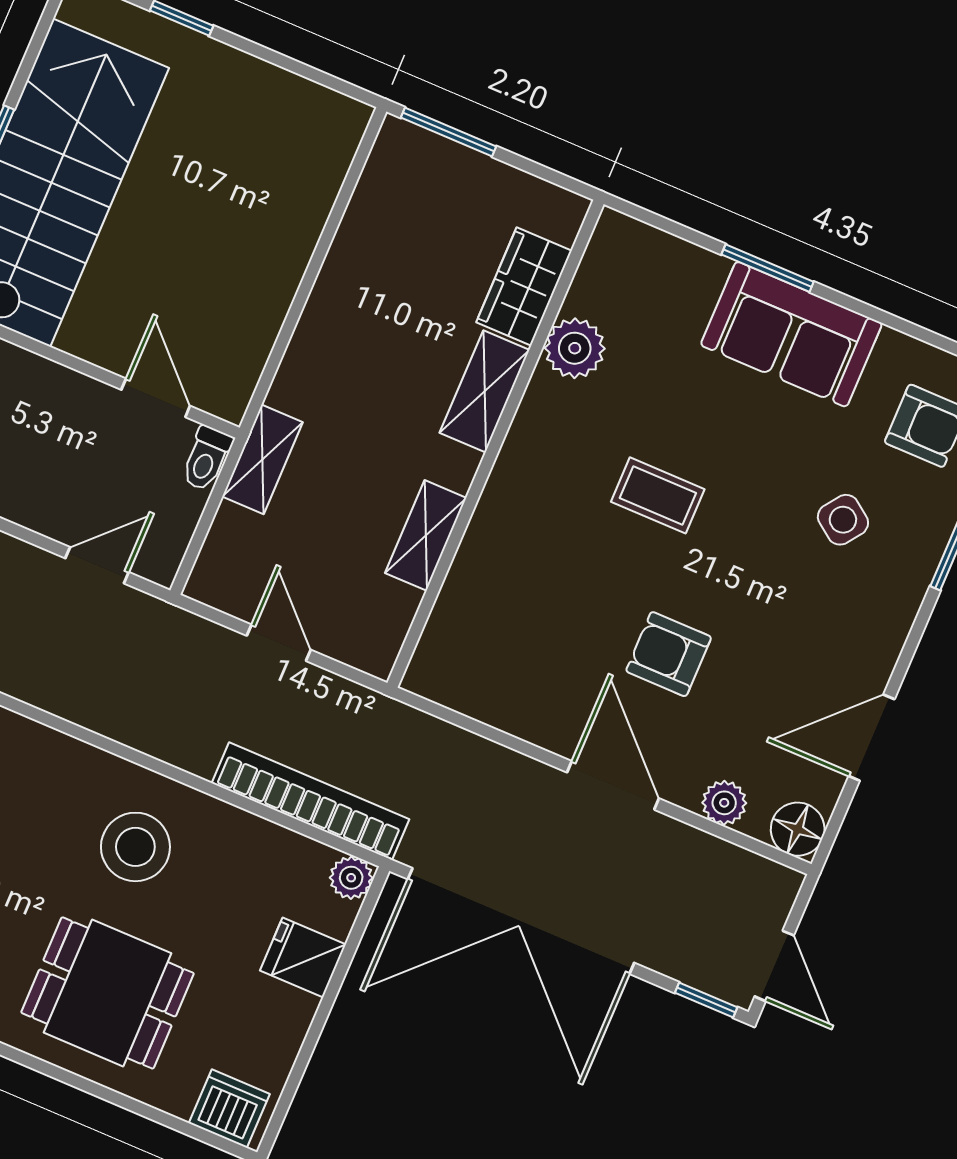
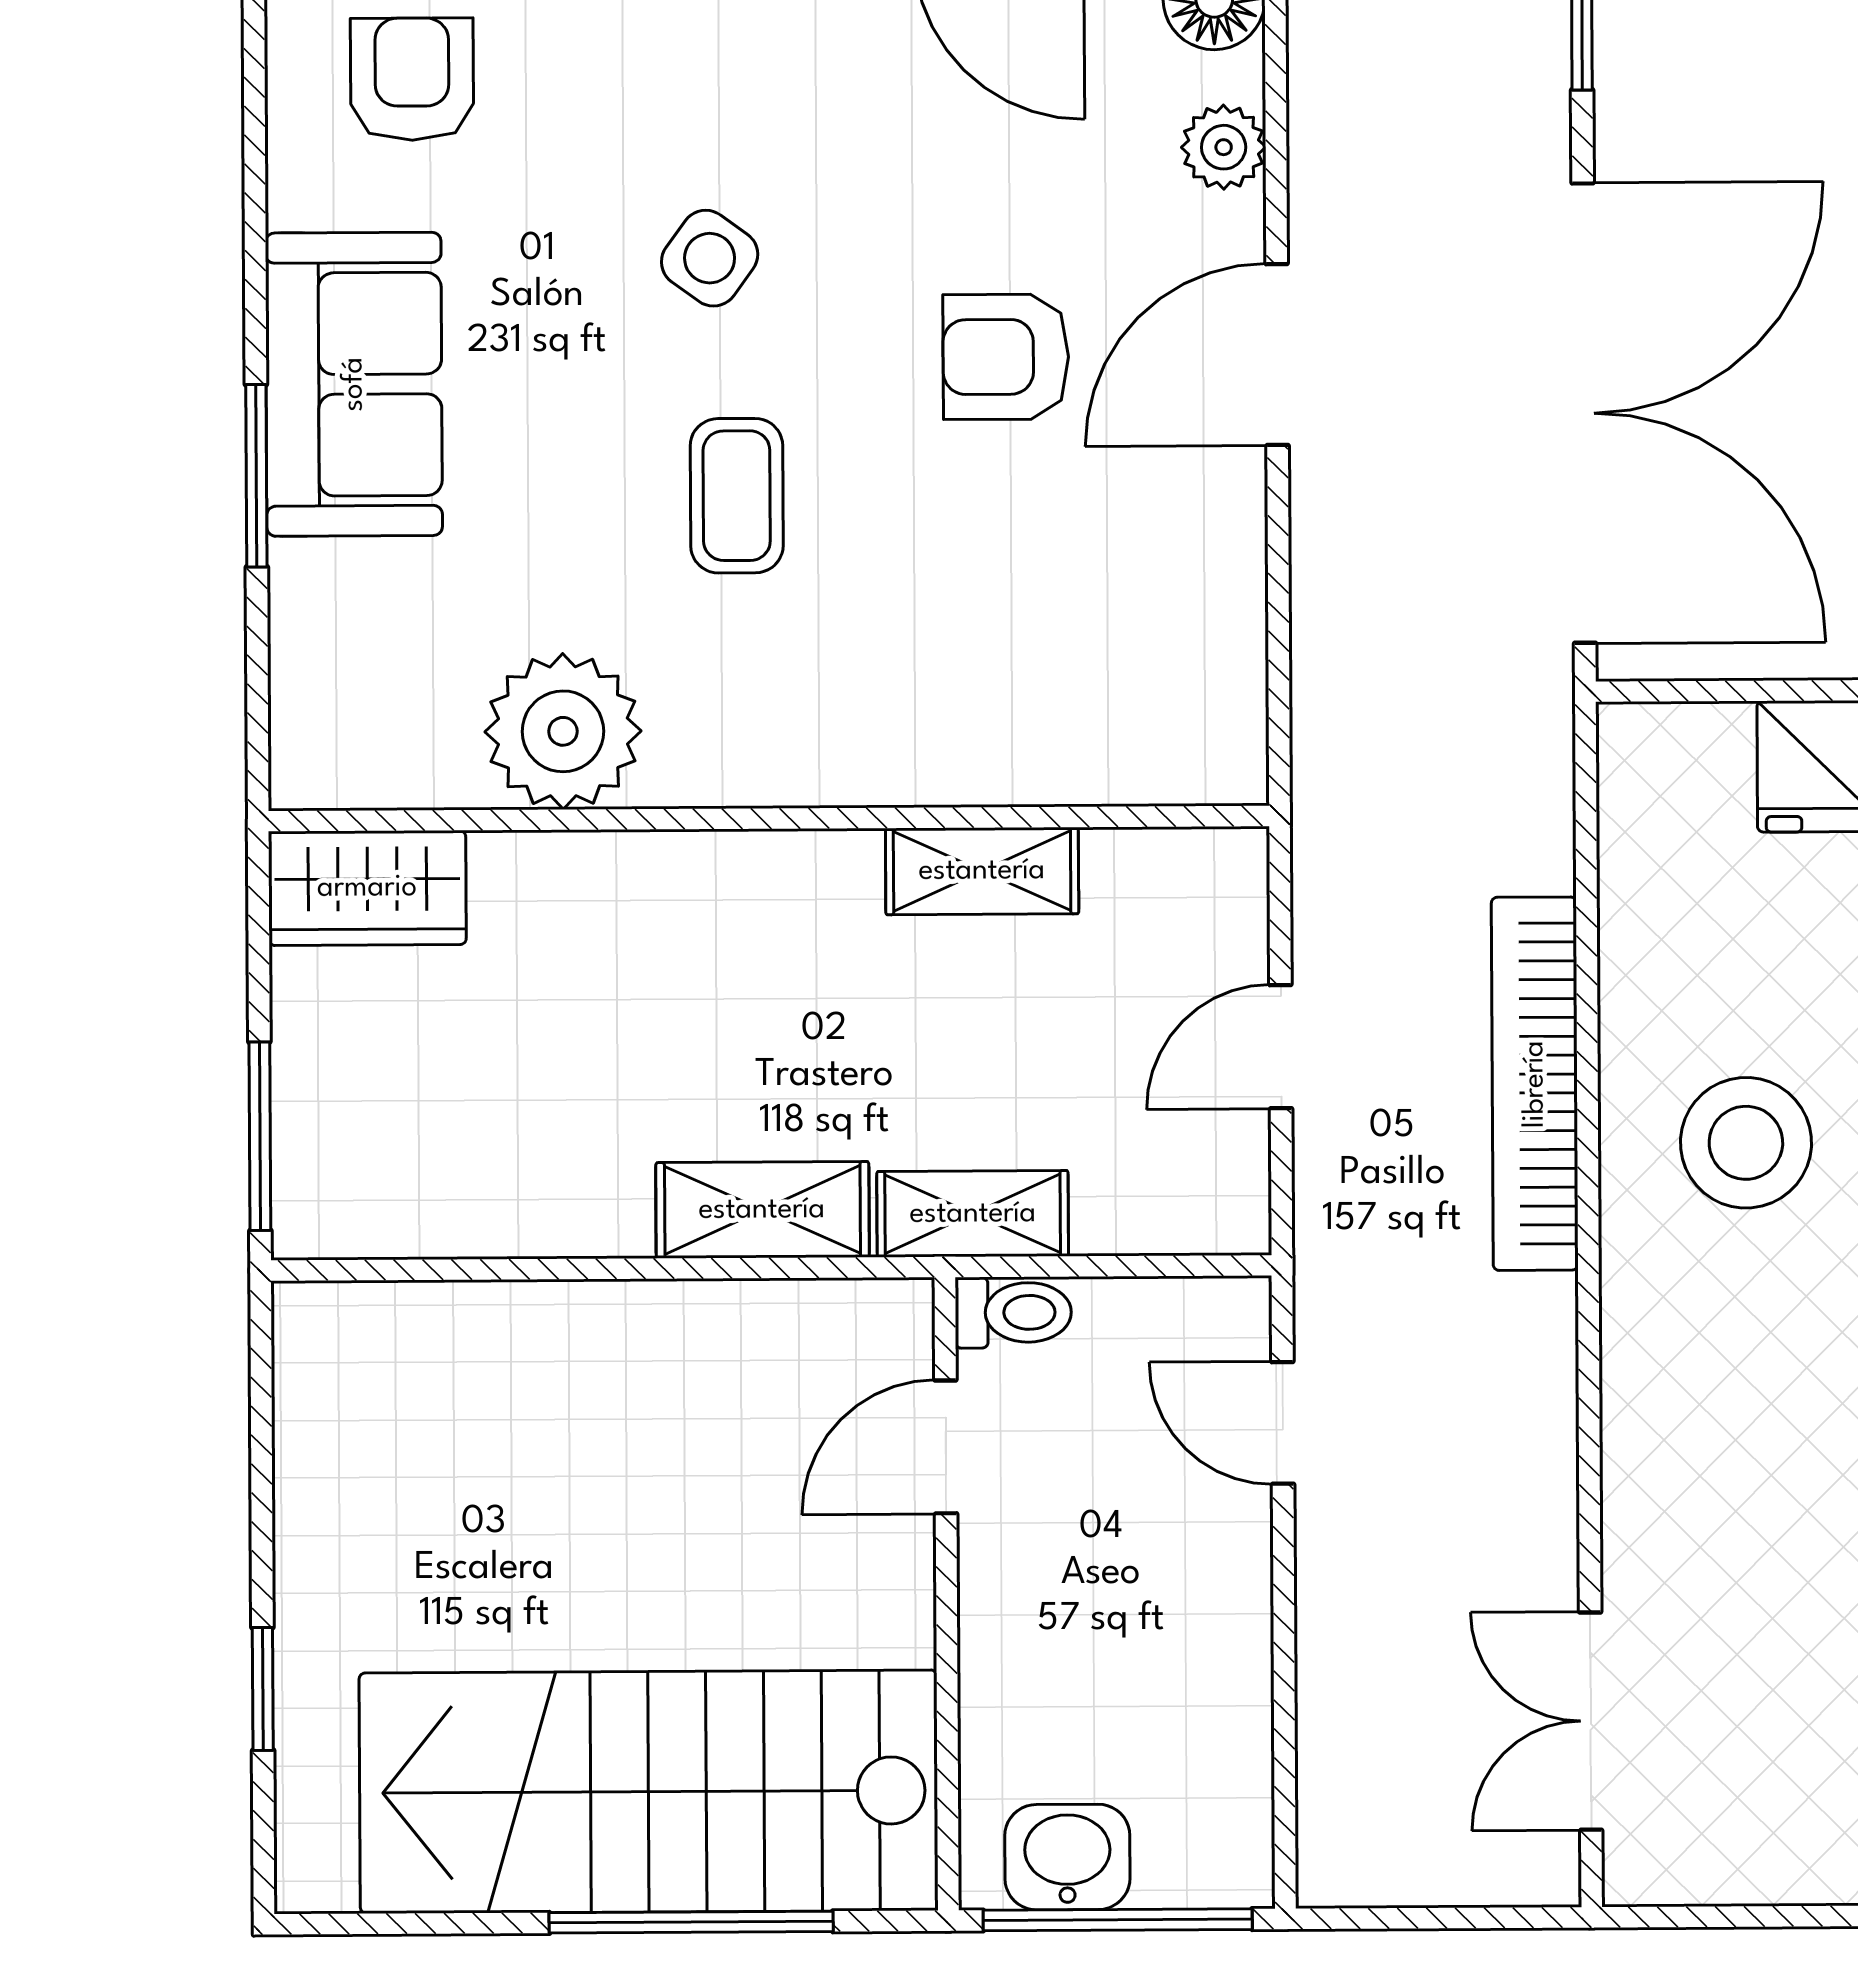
wardrobe: (524, 286) -> (367, 888), moved
plant: (575, 348) -> (563, 731), width x1.36, depth x1.36
shelving: (485, 391) -> (762, 1210), moved
side table: (843, 520) -> (710, 258), moved
armchair: (669, 654) -> (1006, 357), turned 90
bookcase: (310, 801) -> (1535, 1084), moved
plant: (351, 878) -> (1637, 743), removed

